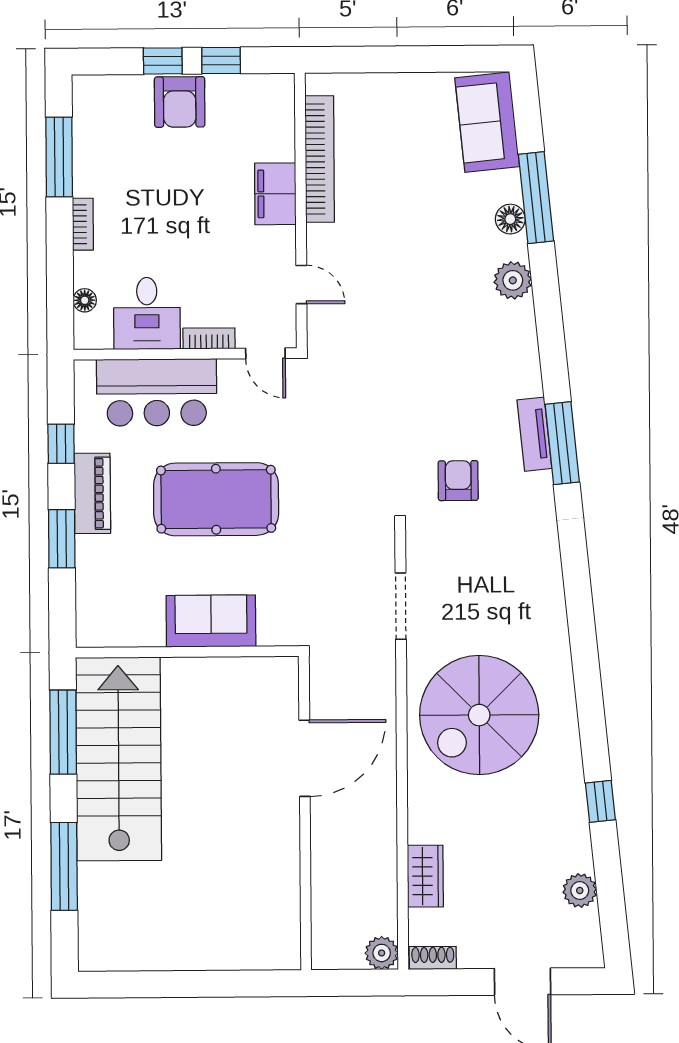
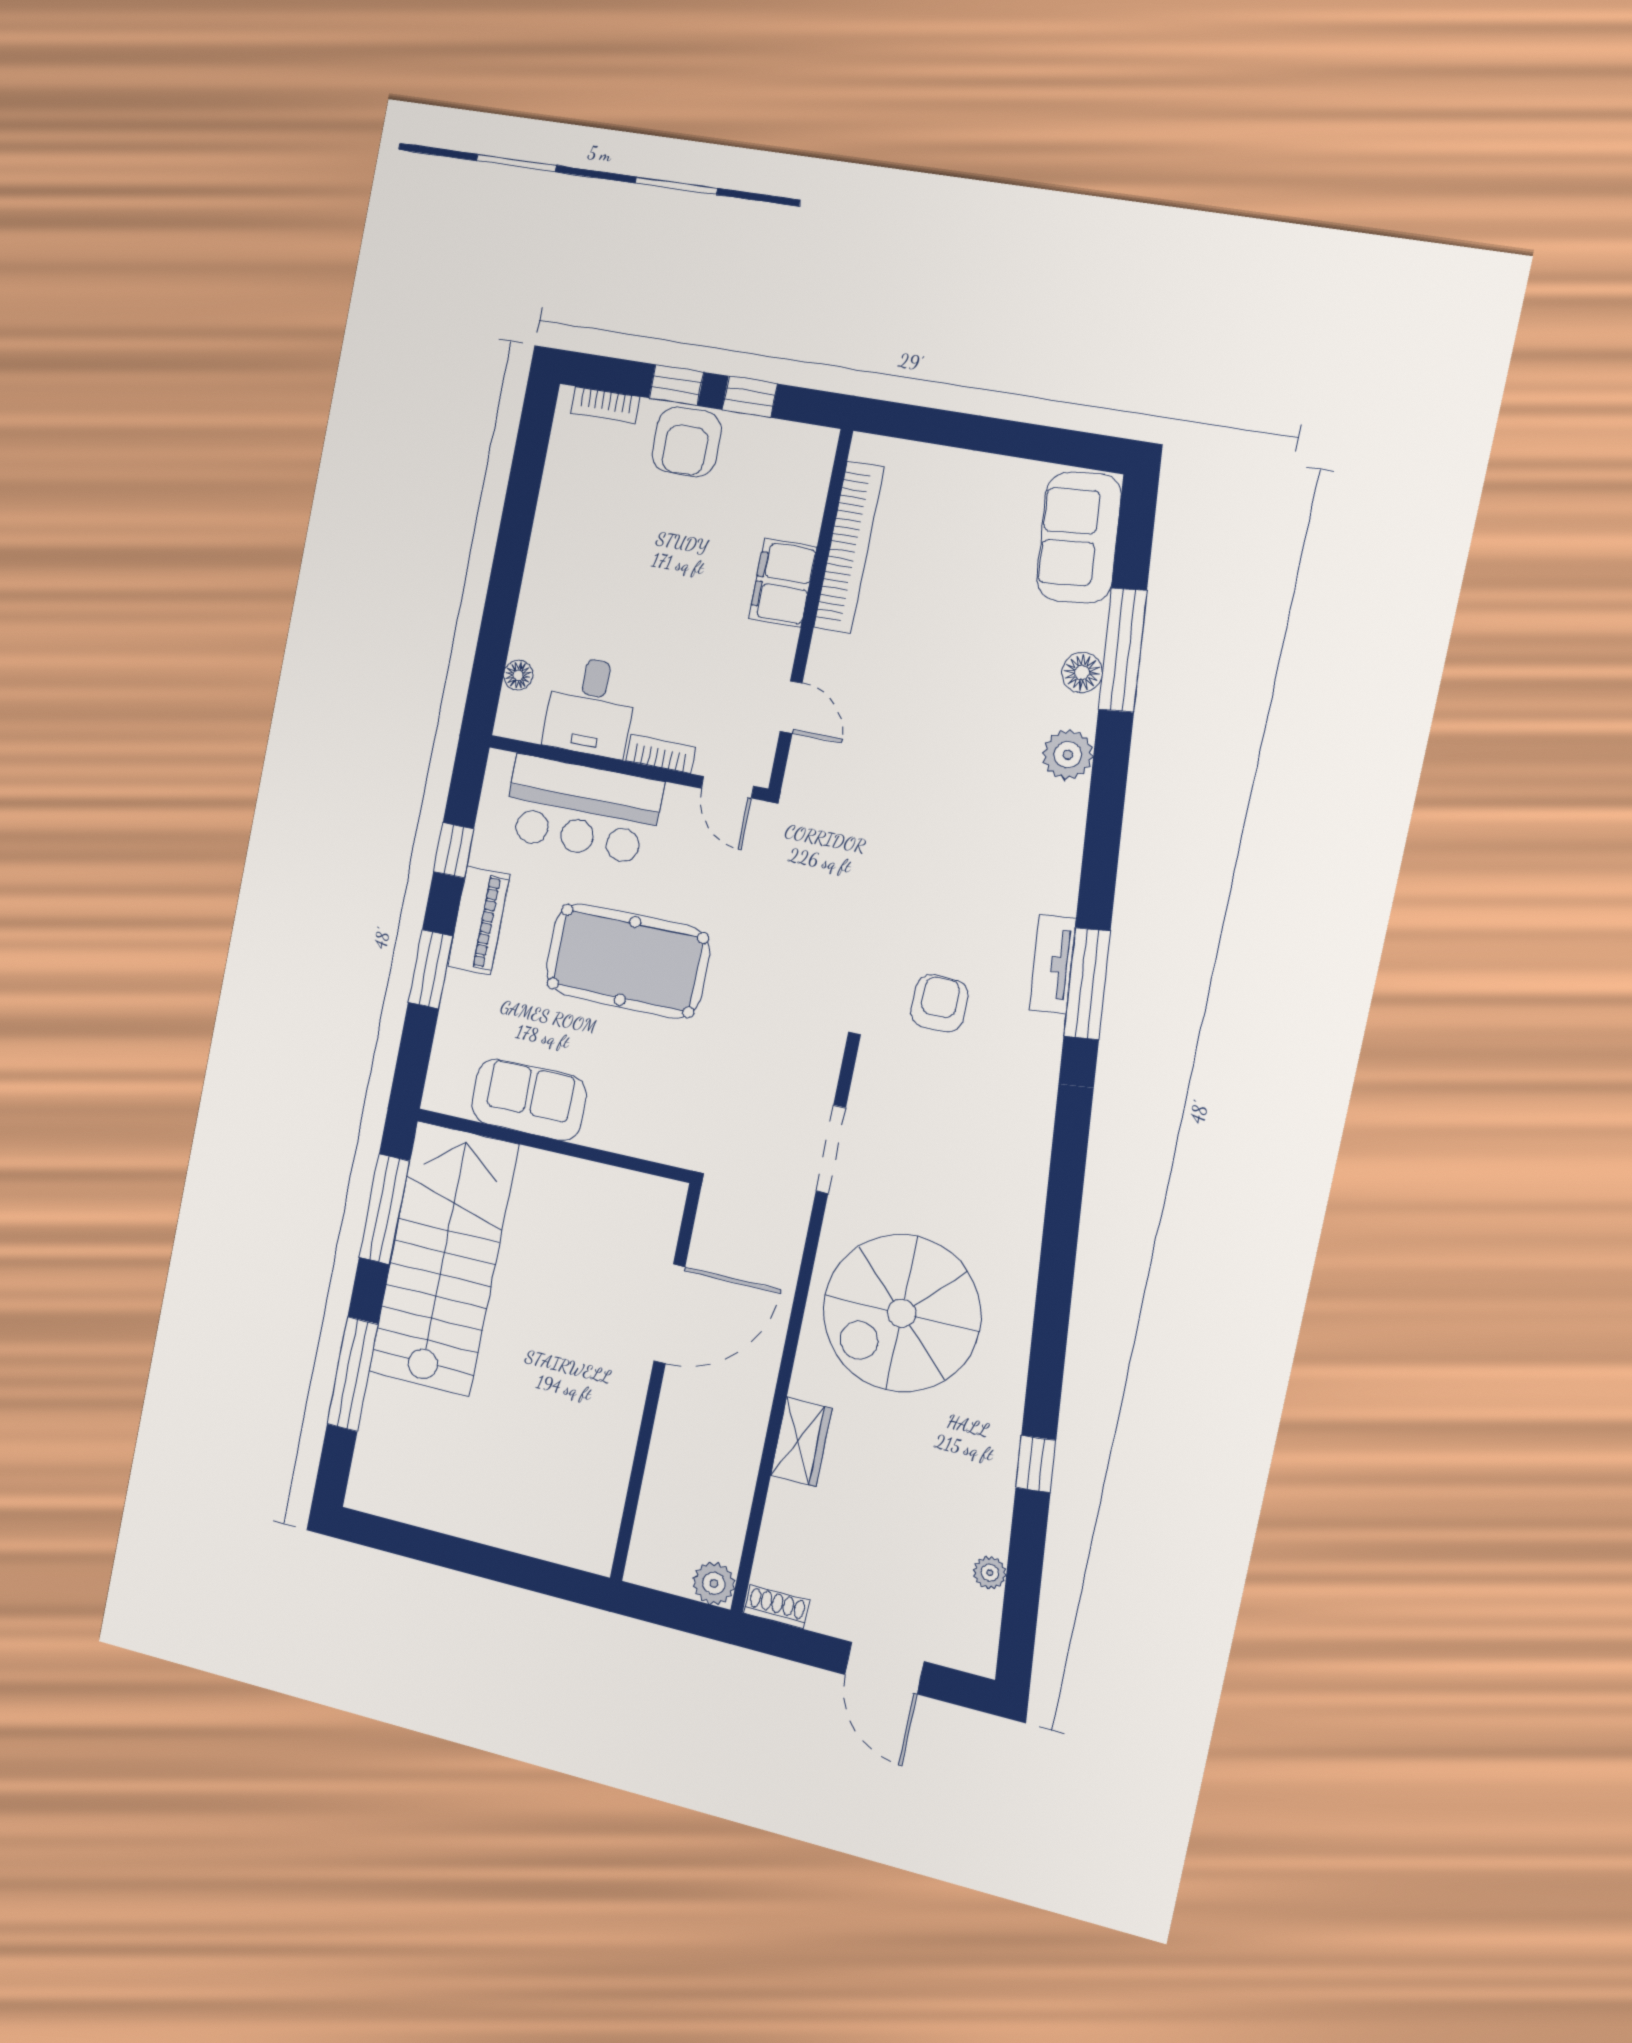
window: (59, 157) -> (524, 487), removed
bookcase: (83, 224) -> (605, 405), moved, turned 90
sofa: (211, 621) -> (529, 1100), moved
wardrobe: (425, 876) -> (801, 1442), moved
plant: (580, 891) -> (990, 1573), width x0.73, depth x0.73

